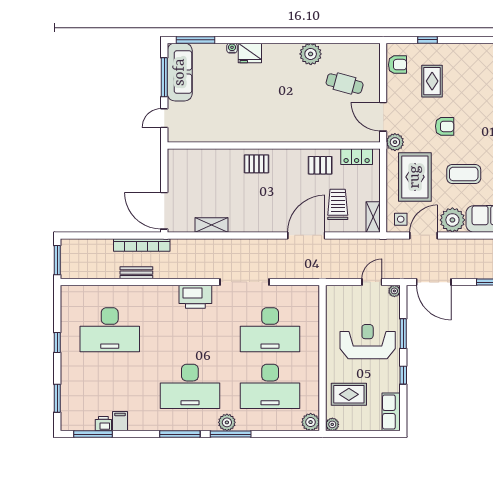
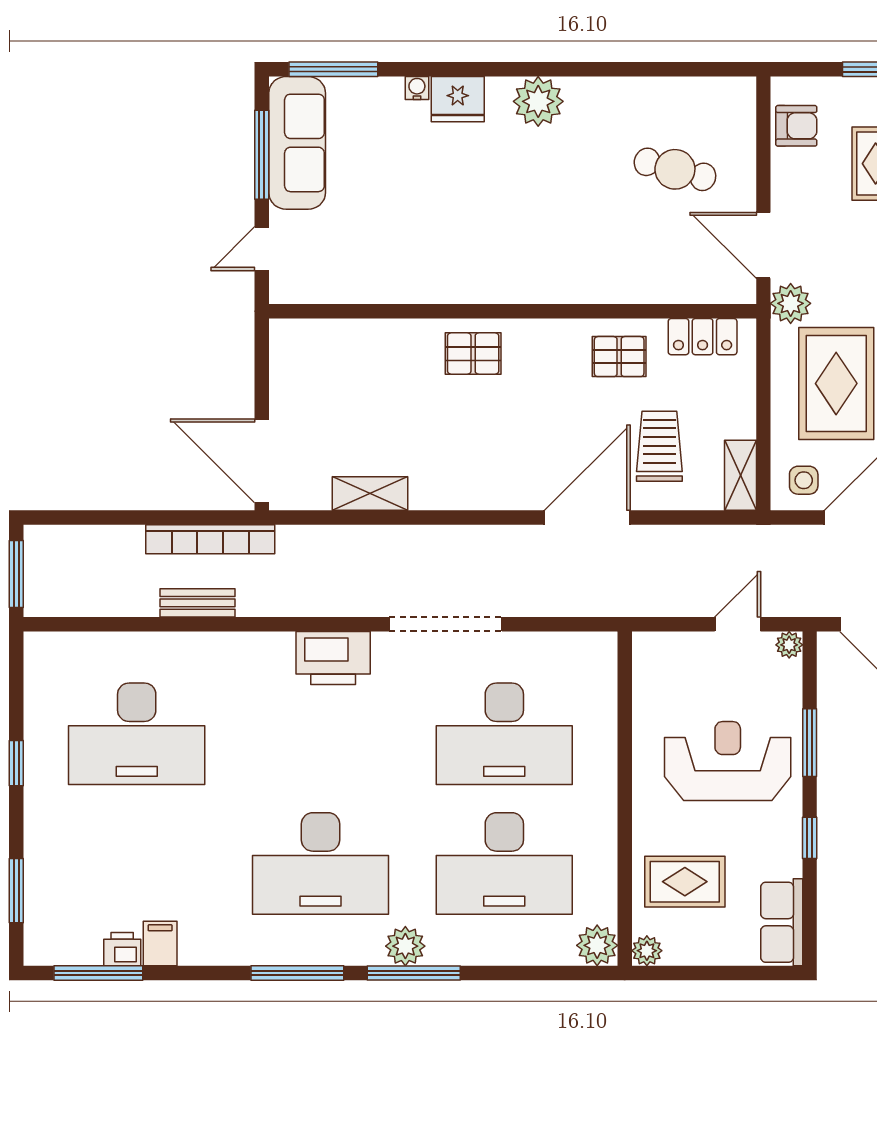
plant: (311, 54) -> (538, 101), moved

